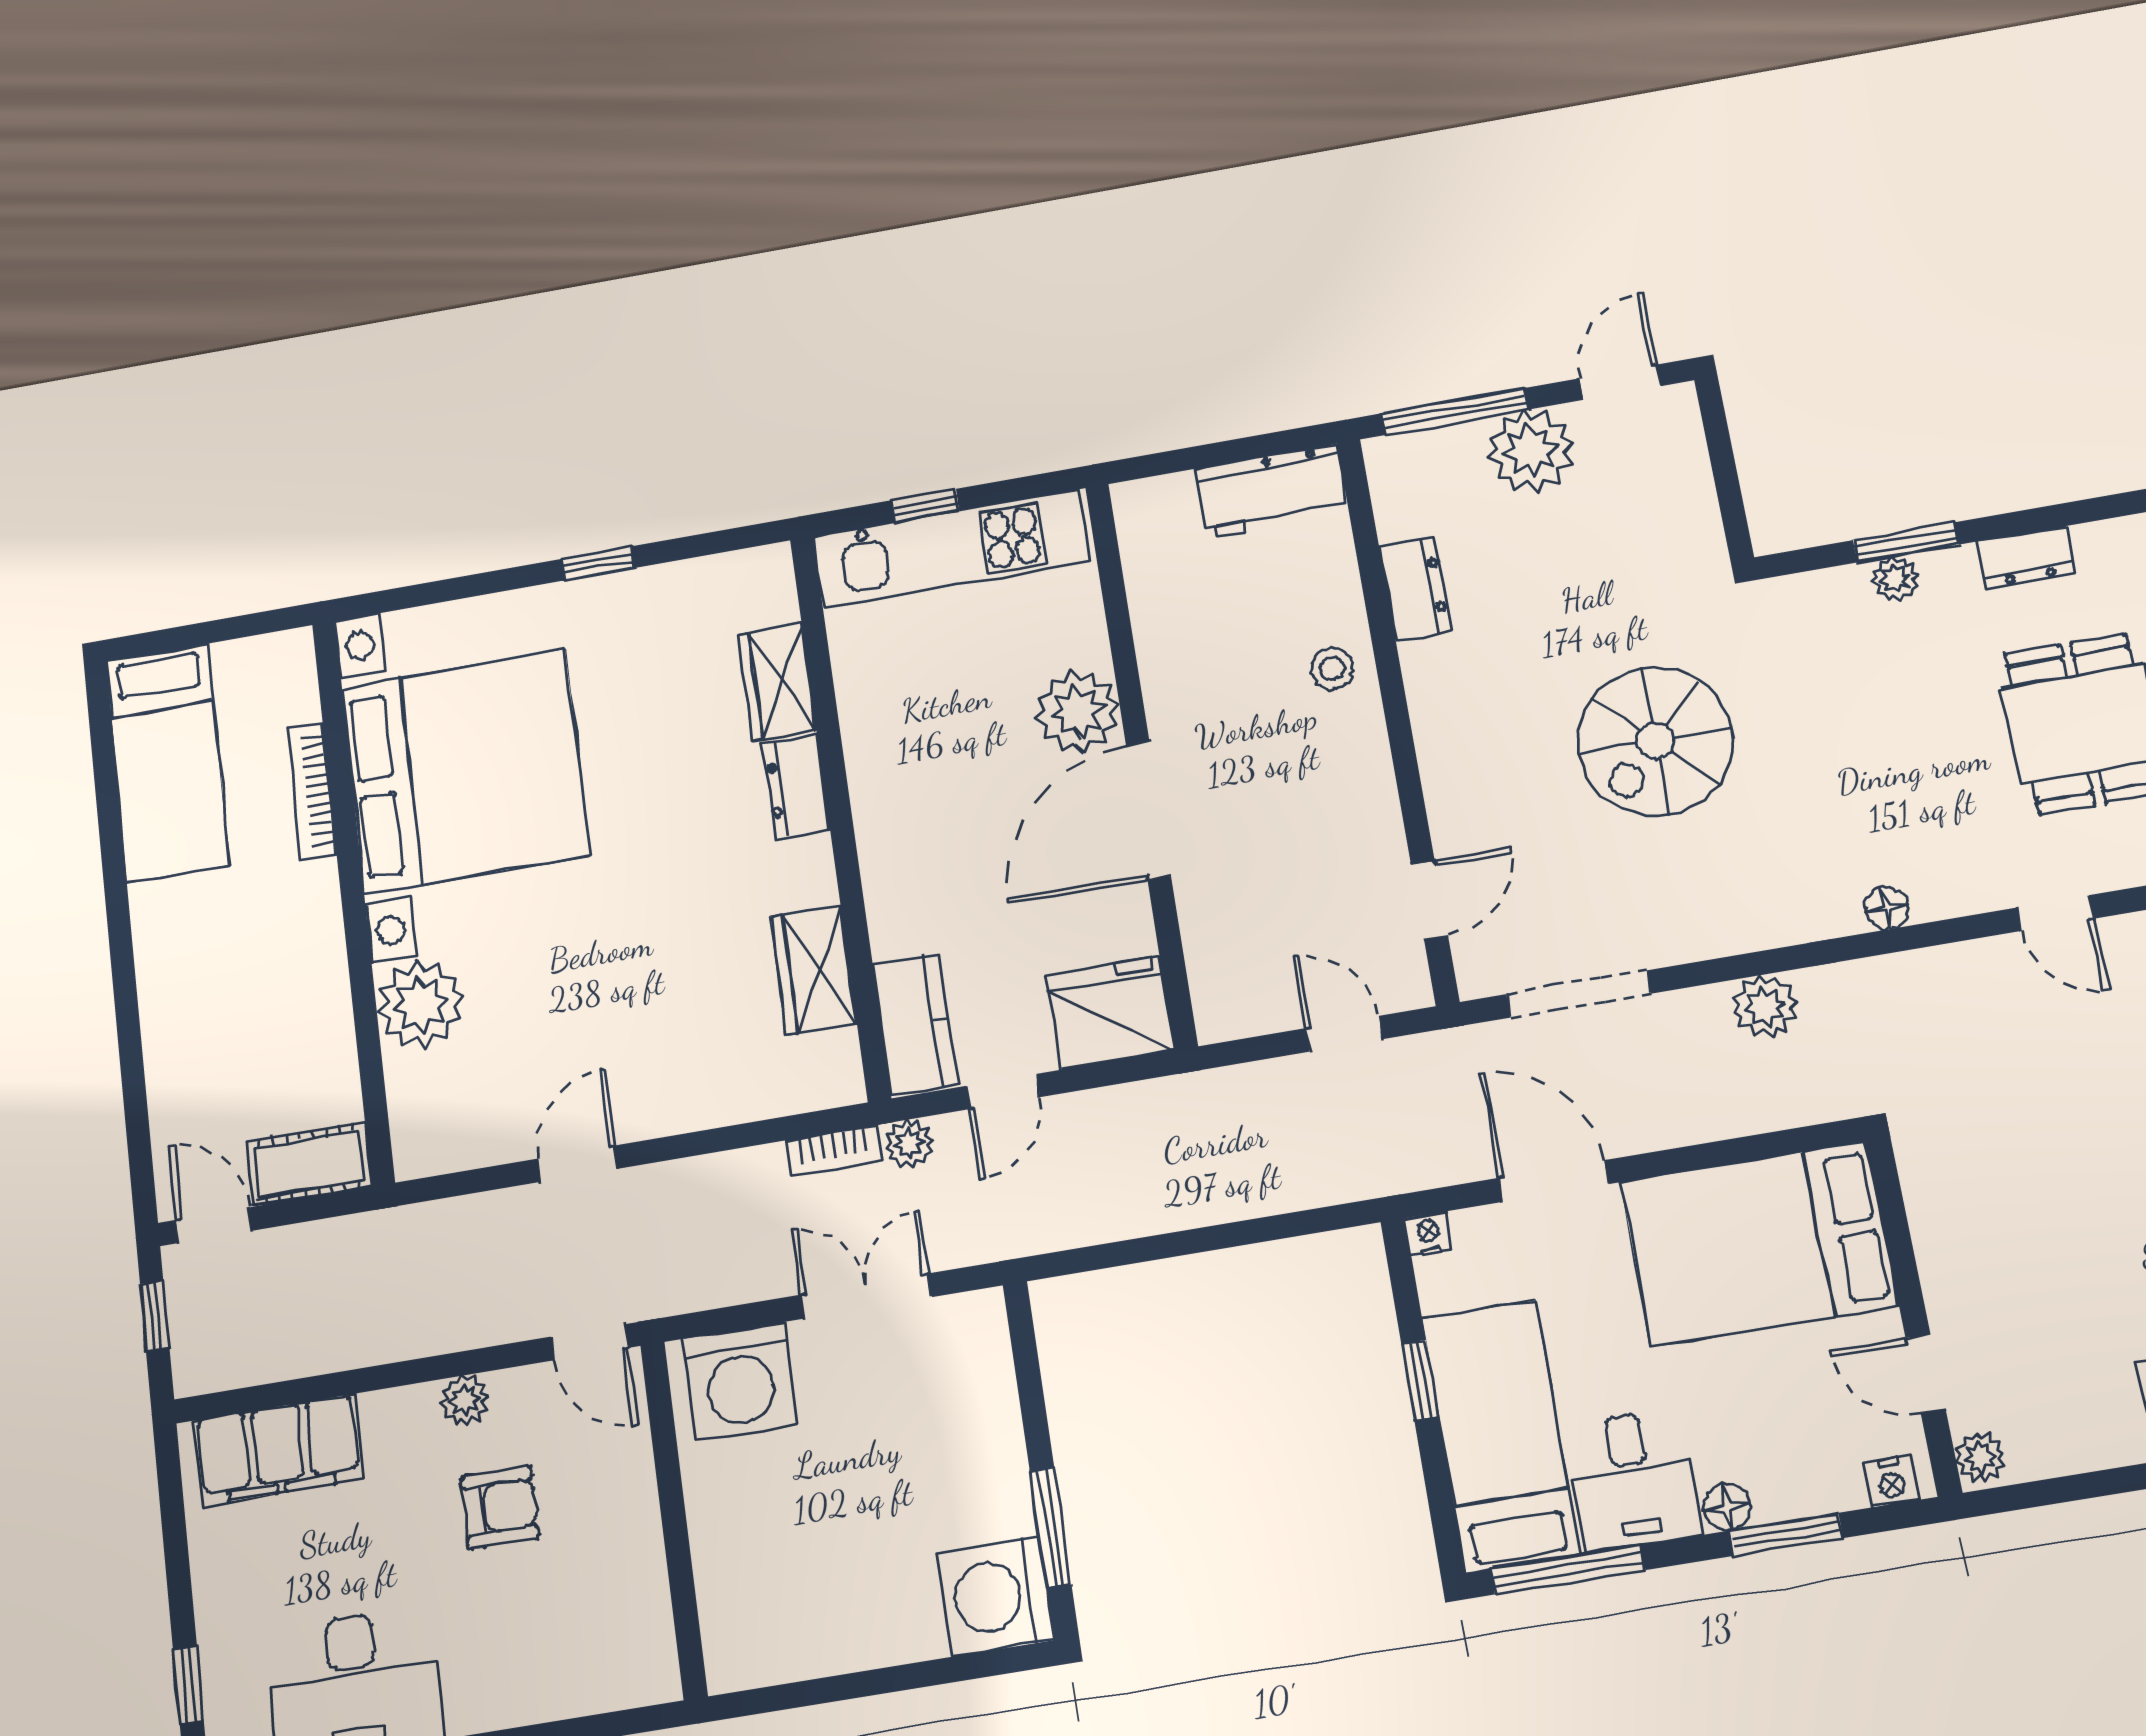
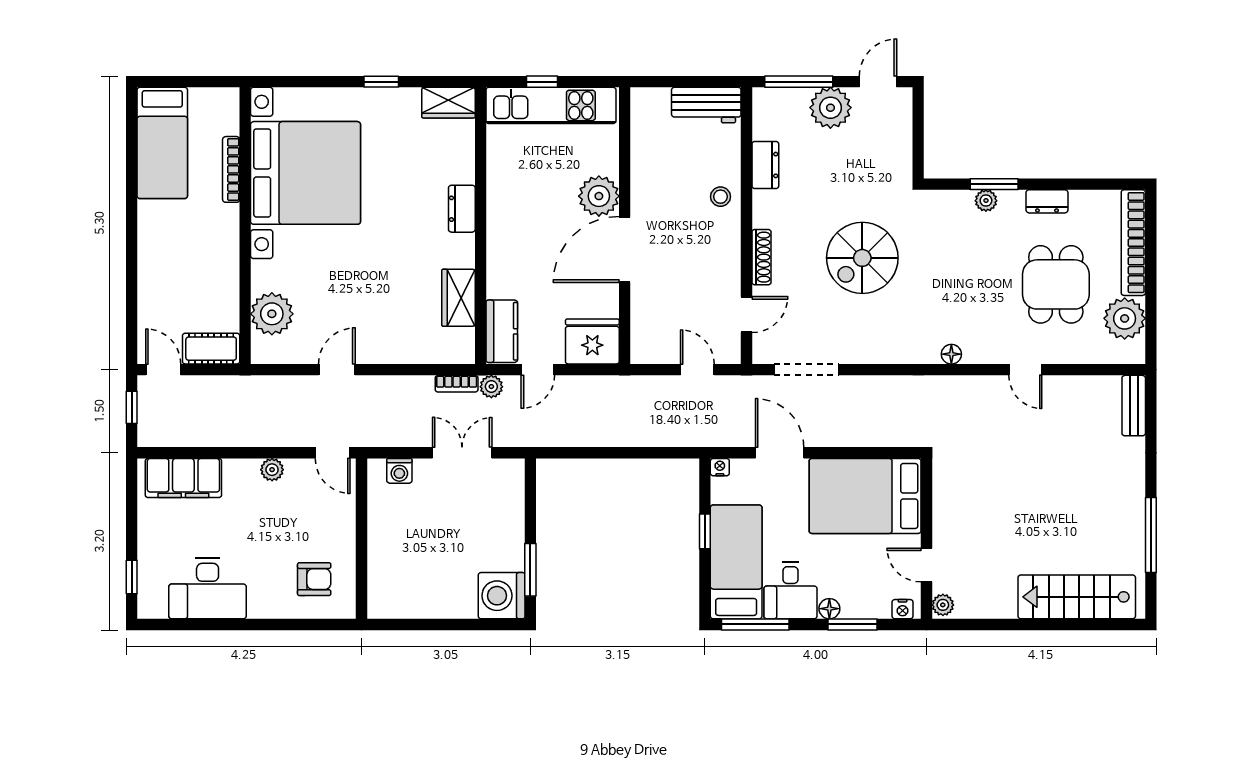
wardrobe: (777, 682) -> (448, 103), moved, turned -90
shoe rack: (1440, 776) -> (761, 257), added
plant: (421, 1004) -> (272, 314), moved
plant: (1765, 1007) -> (888, 390), removed
washing machine: (740, 1381) -> (399, 471), width x0.53, depth x0.53
armchair: (500, 1507) -> (314, 579), moved

